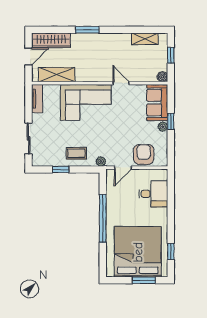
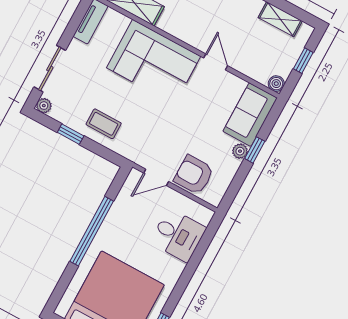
armchair: (144, 154) -> (194, 175), turned -90
plant: (101, 161) -> (44, 106), moved

